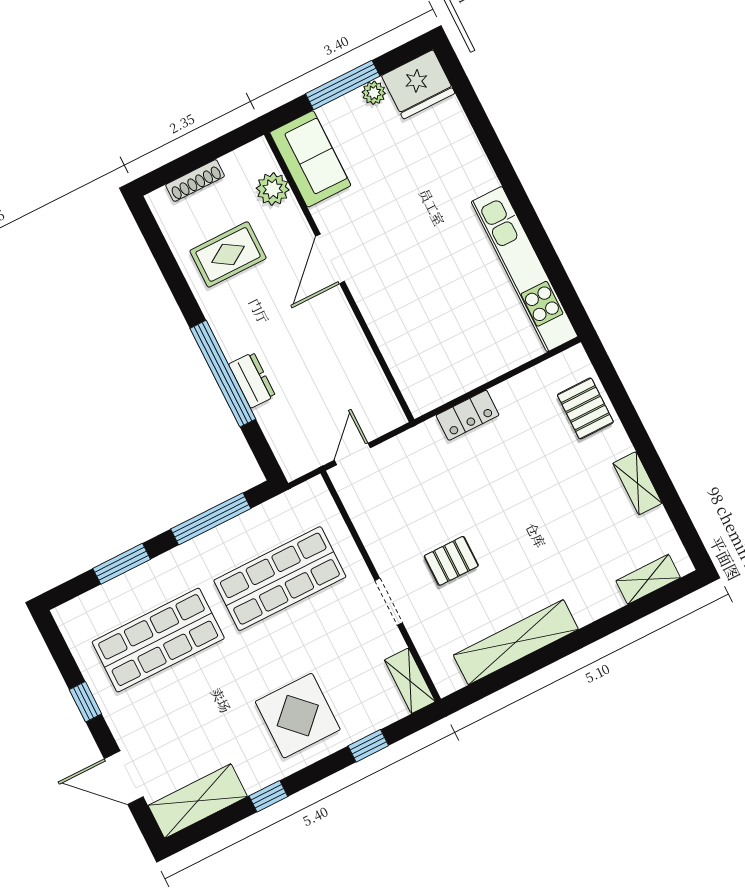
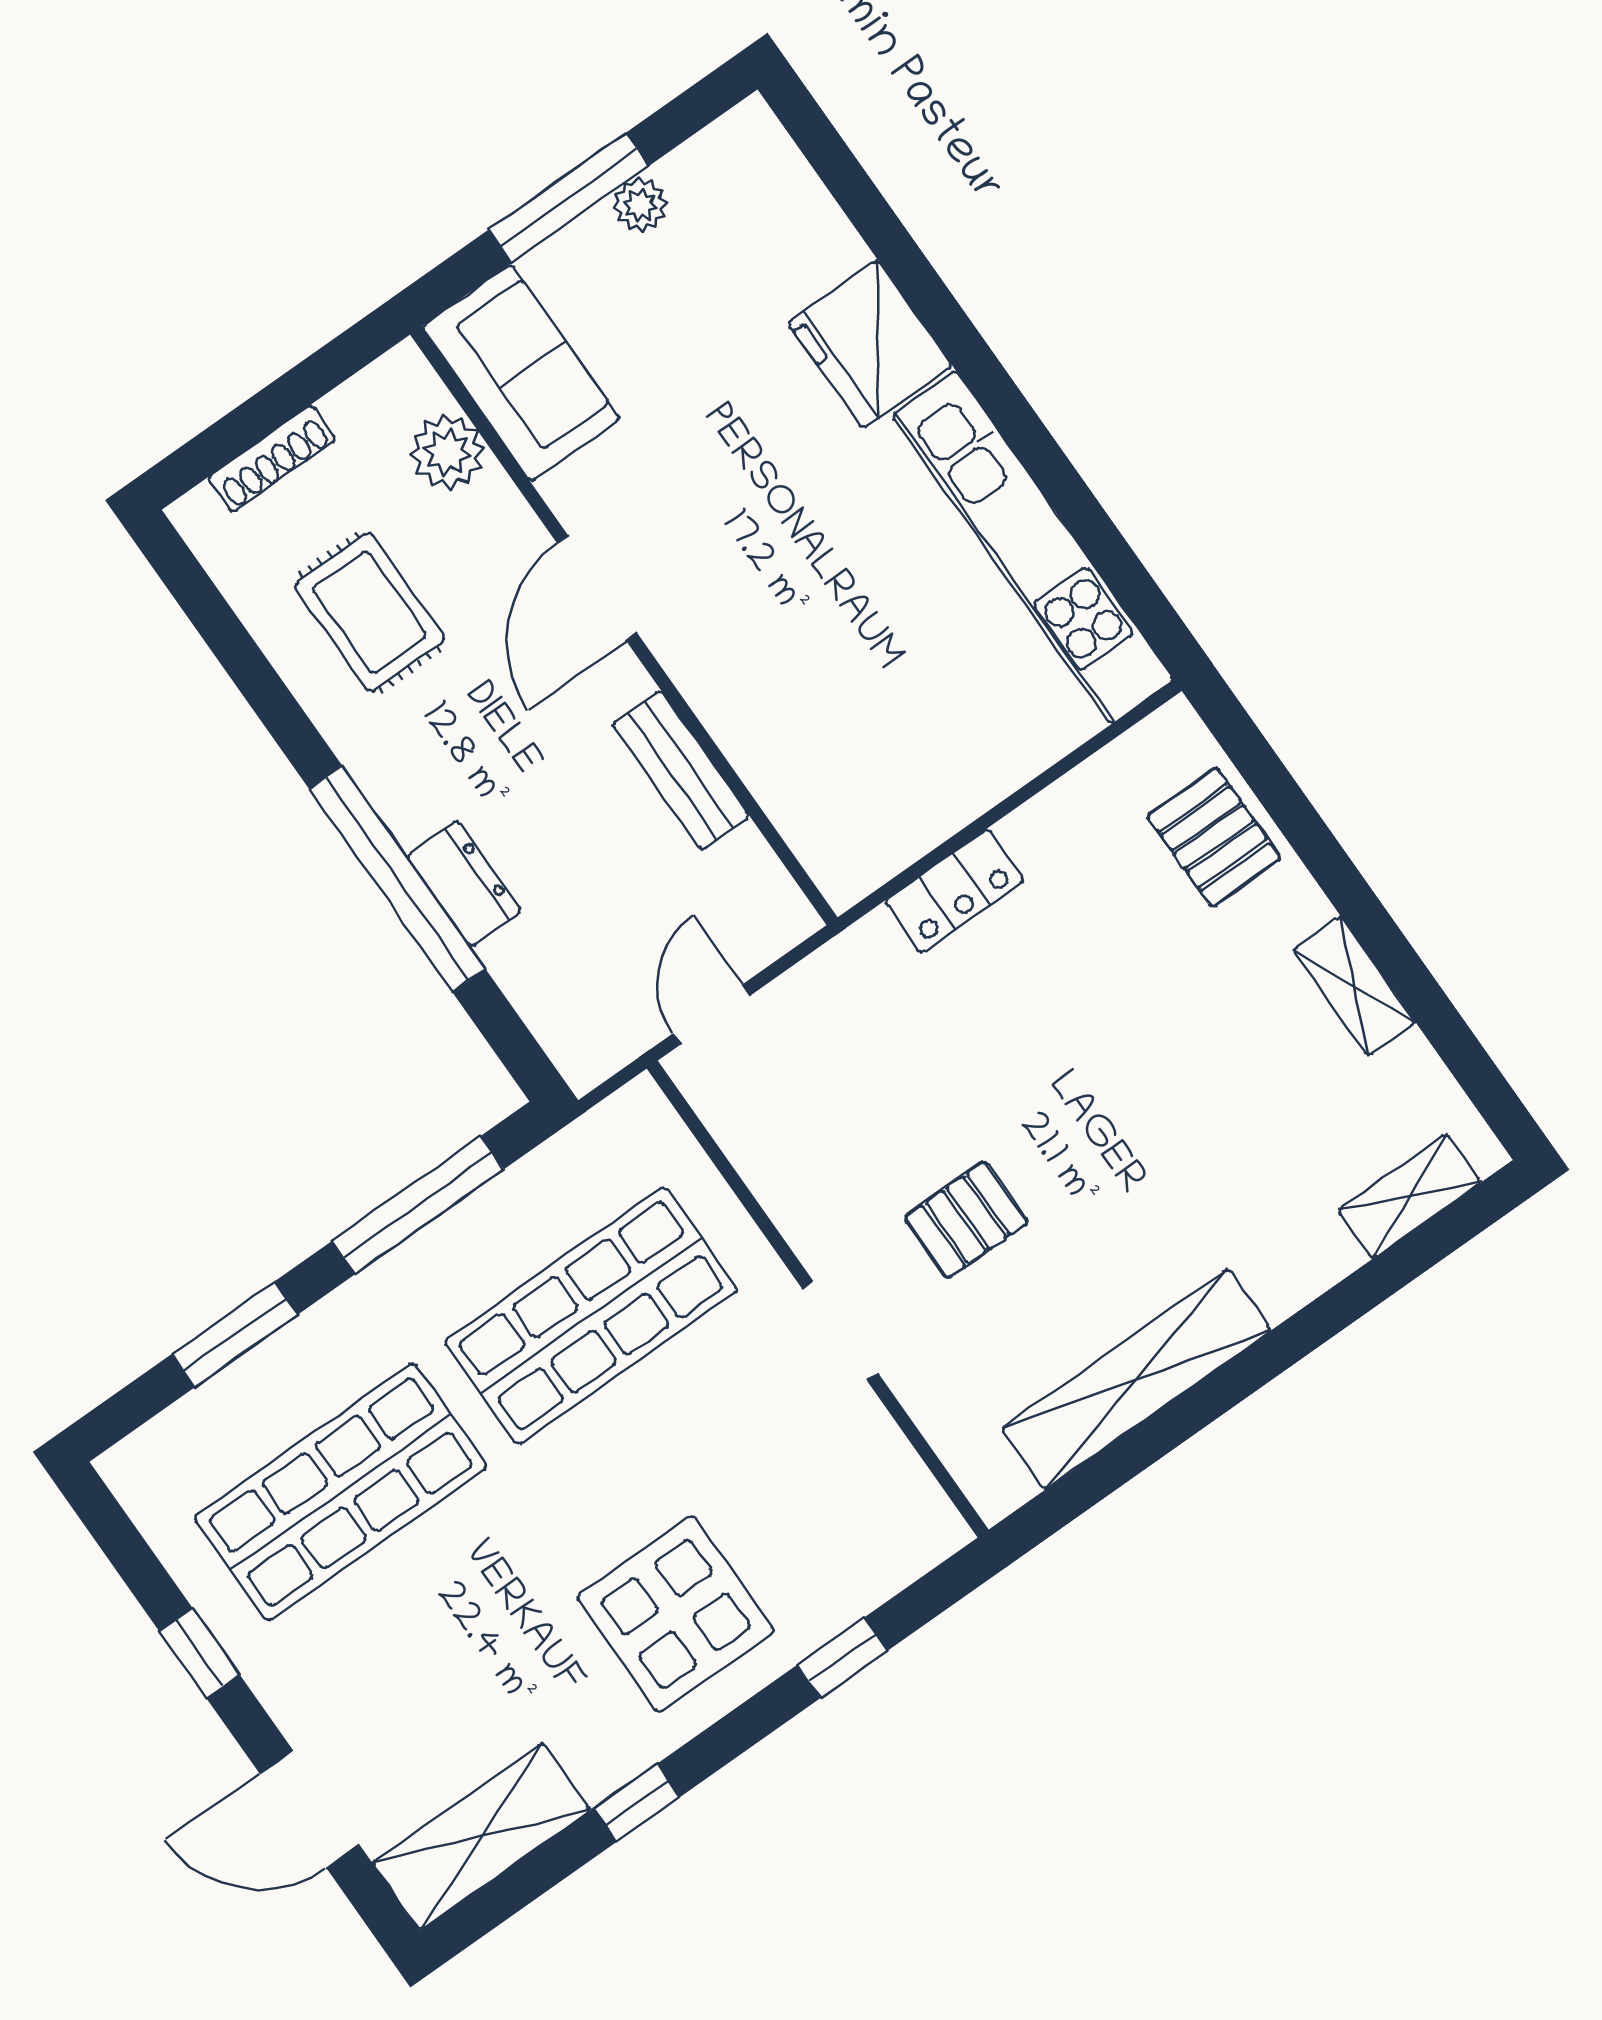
fridge: (418, 84) -> (870, 344), moved, turned 90
rug: (228, 254) -> (369, 612), turned 90
bench: (355, 344) -> (681, 770), added
shelving: (410, 681) -> (913, 1500), removed

